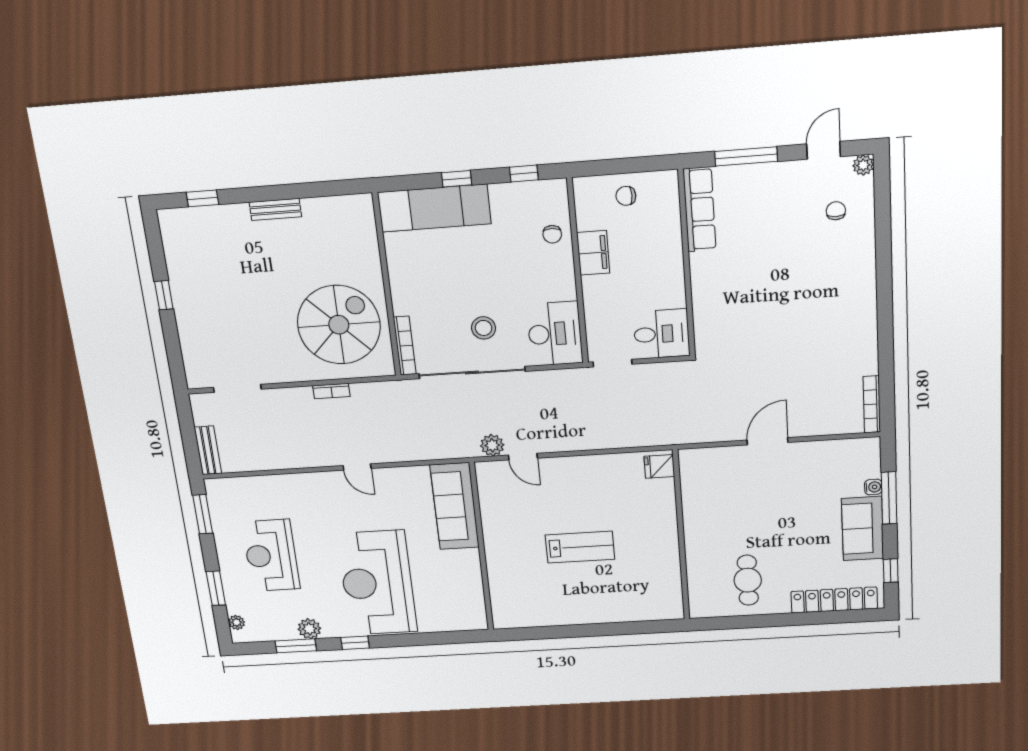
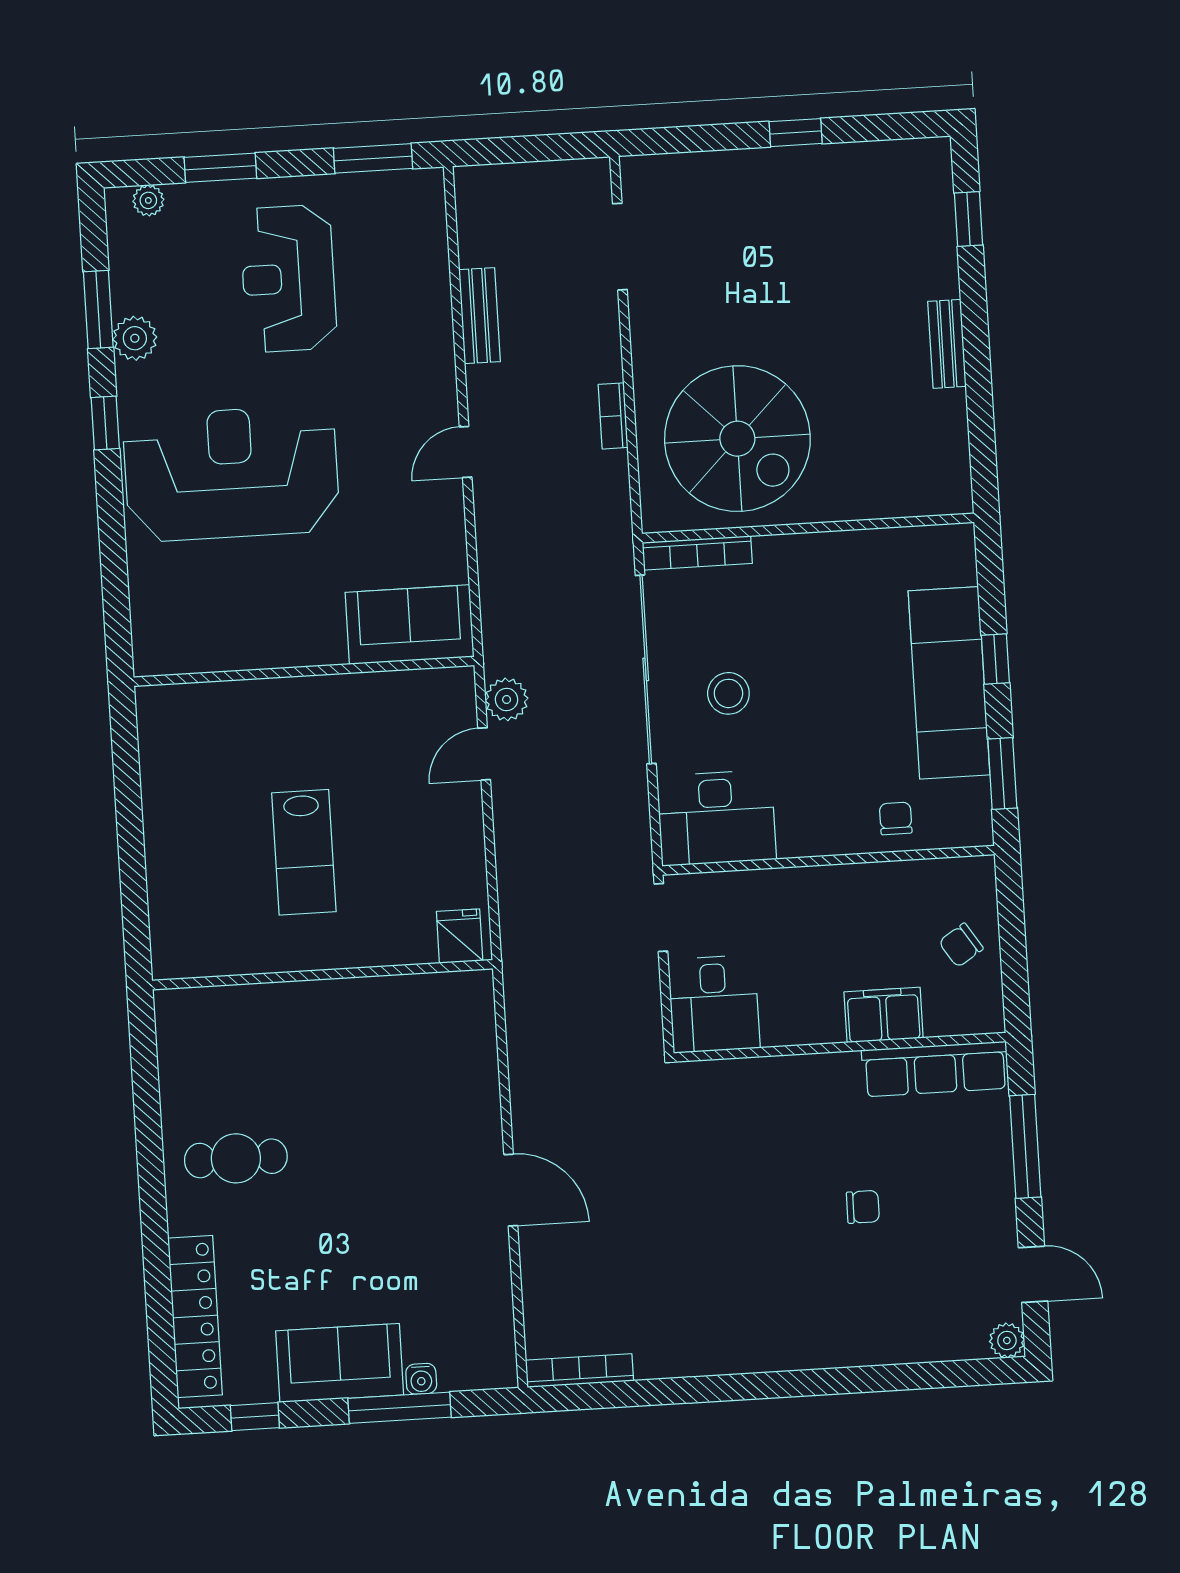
window: (524, 174) -> (1002, 774), width x1.50
chair: (626, 196) -> (961, 945), turned -123
exam couch: (434, 208) -> (949, 683), moved
chair: (836, 211) -> (863, 1207), moved
chair: (552, 234) -> (896, 818), turned 90
filing cabinet: (593, 253) -> (884, 1015), moved, turned 180
bench: (208, 450) -> (479, 316), moved, turned 90
fridge: (659, 466) -> (460, 936), moved
sofa: (455, 506) -> (410, 625), width x0.73
wall: (681, 536) -> (322, 975), moved
reception desk: (271, 555) -> (288, 278), turned -90

